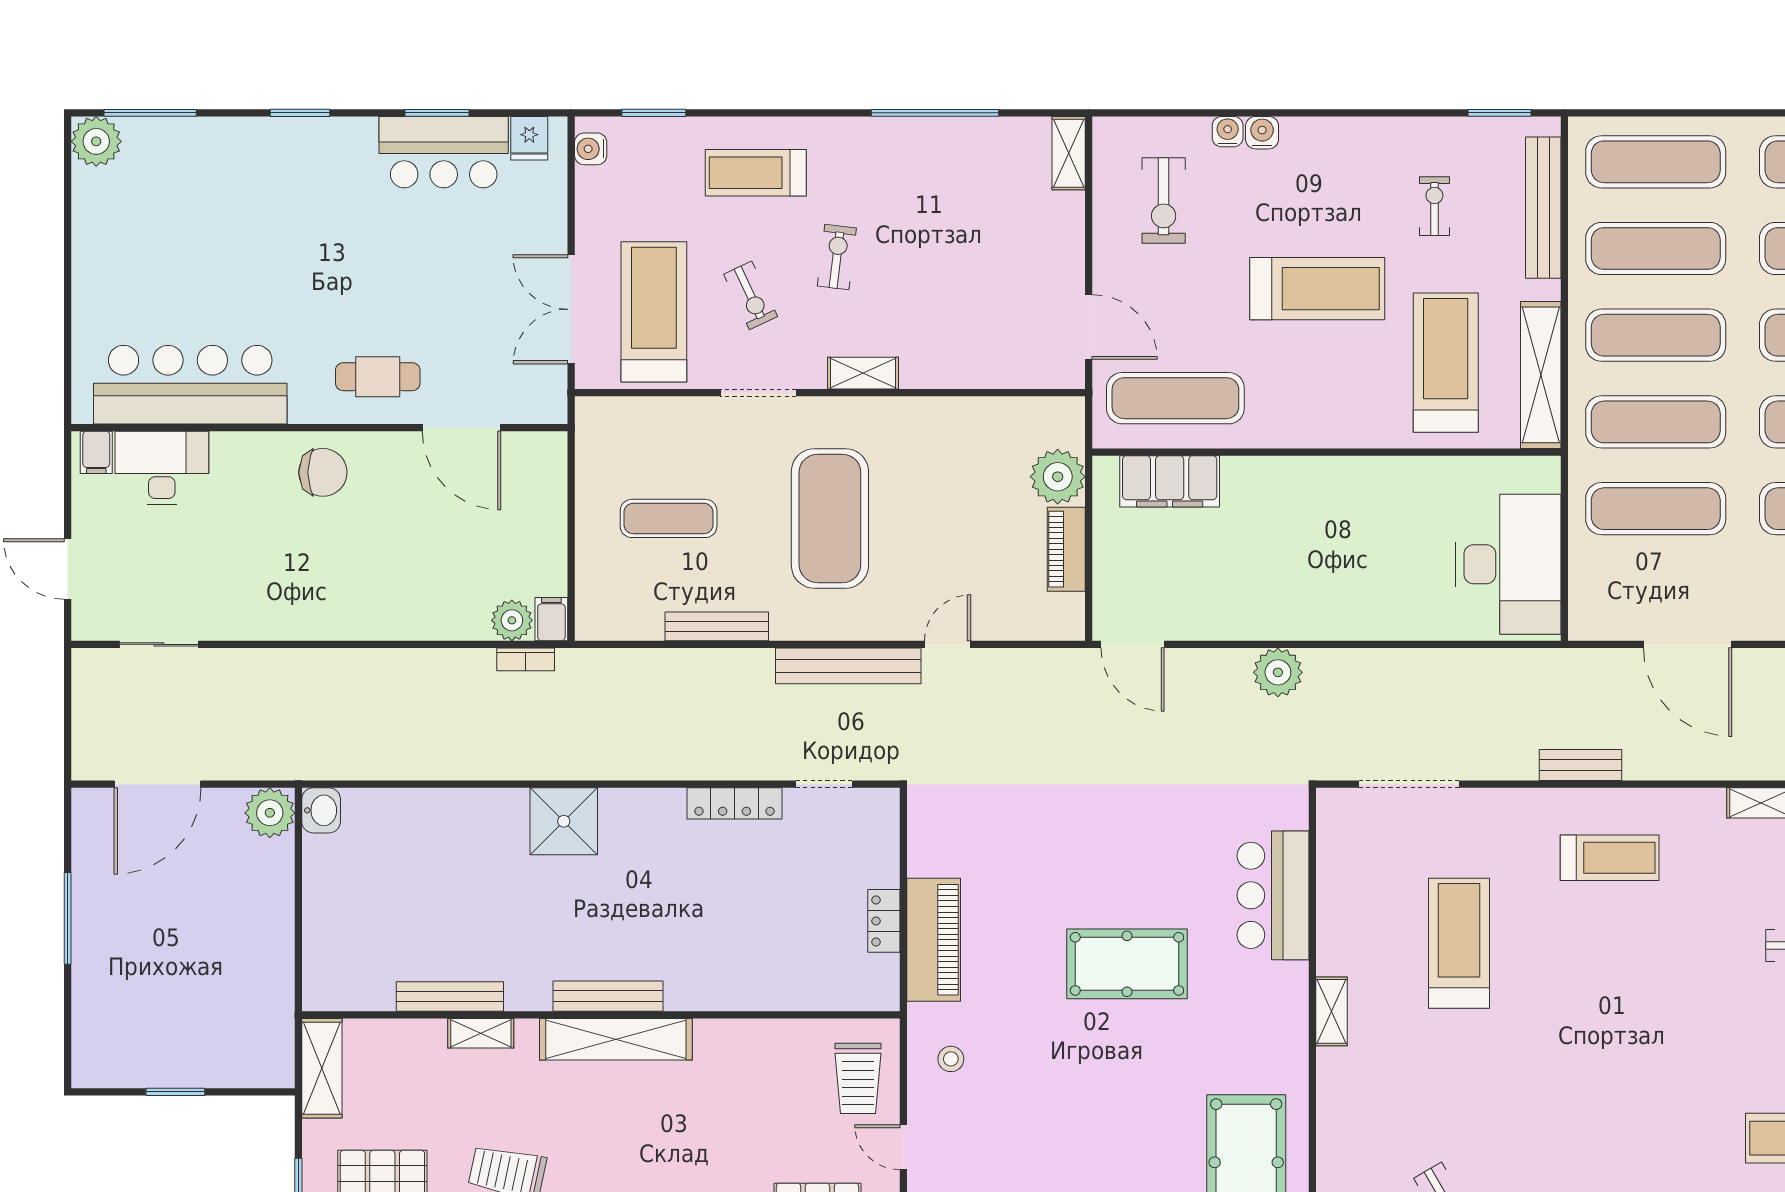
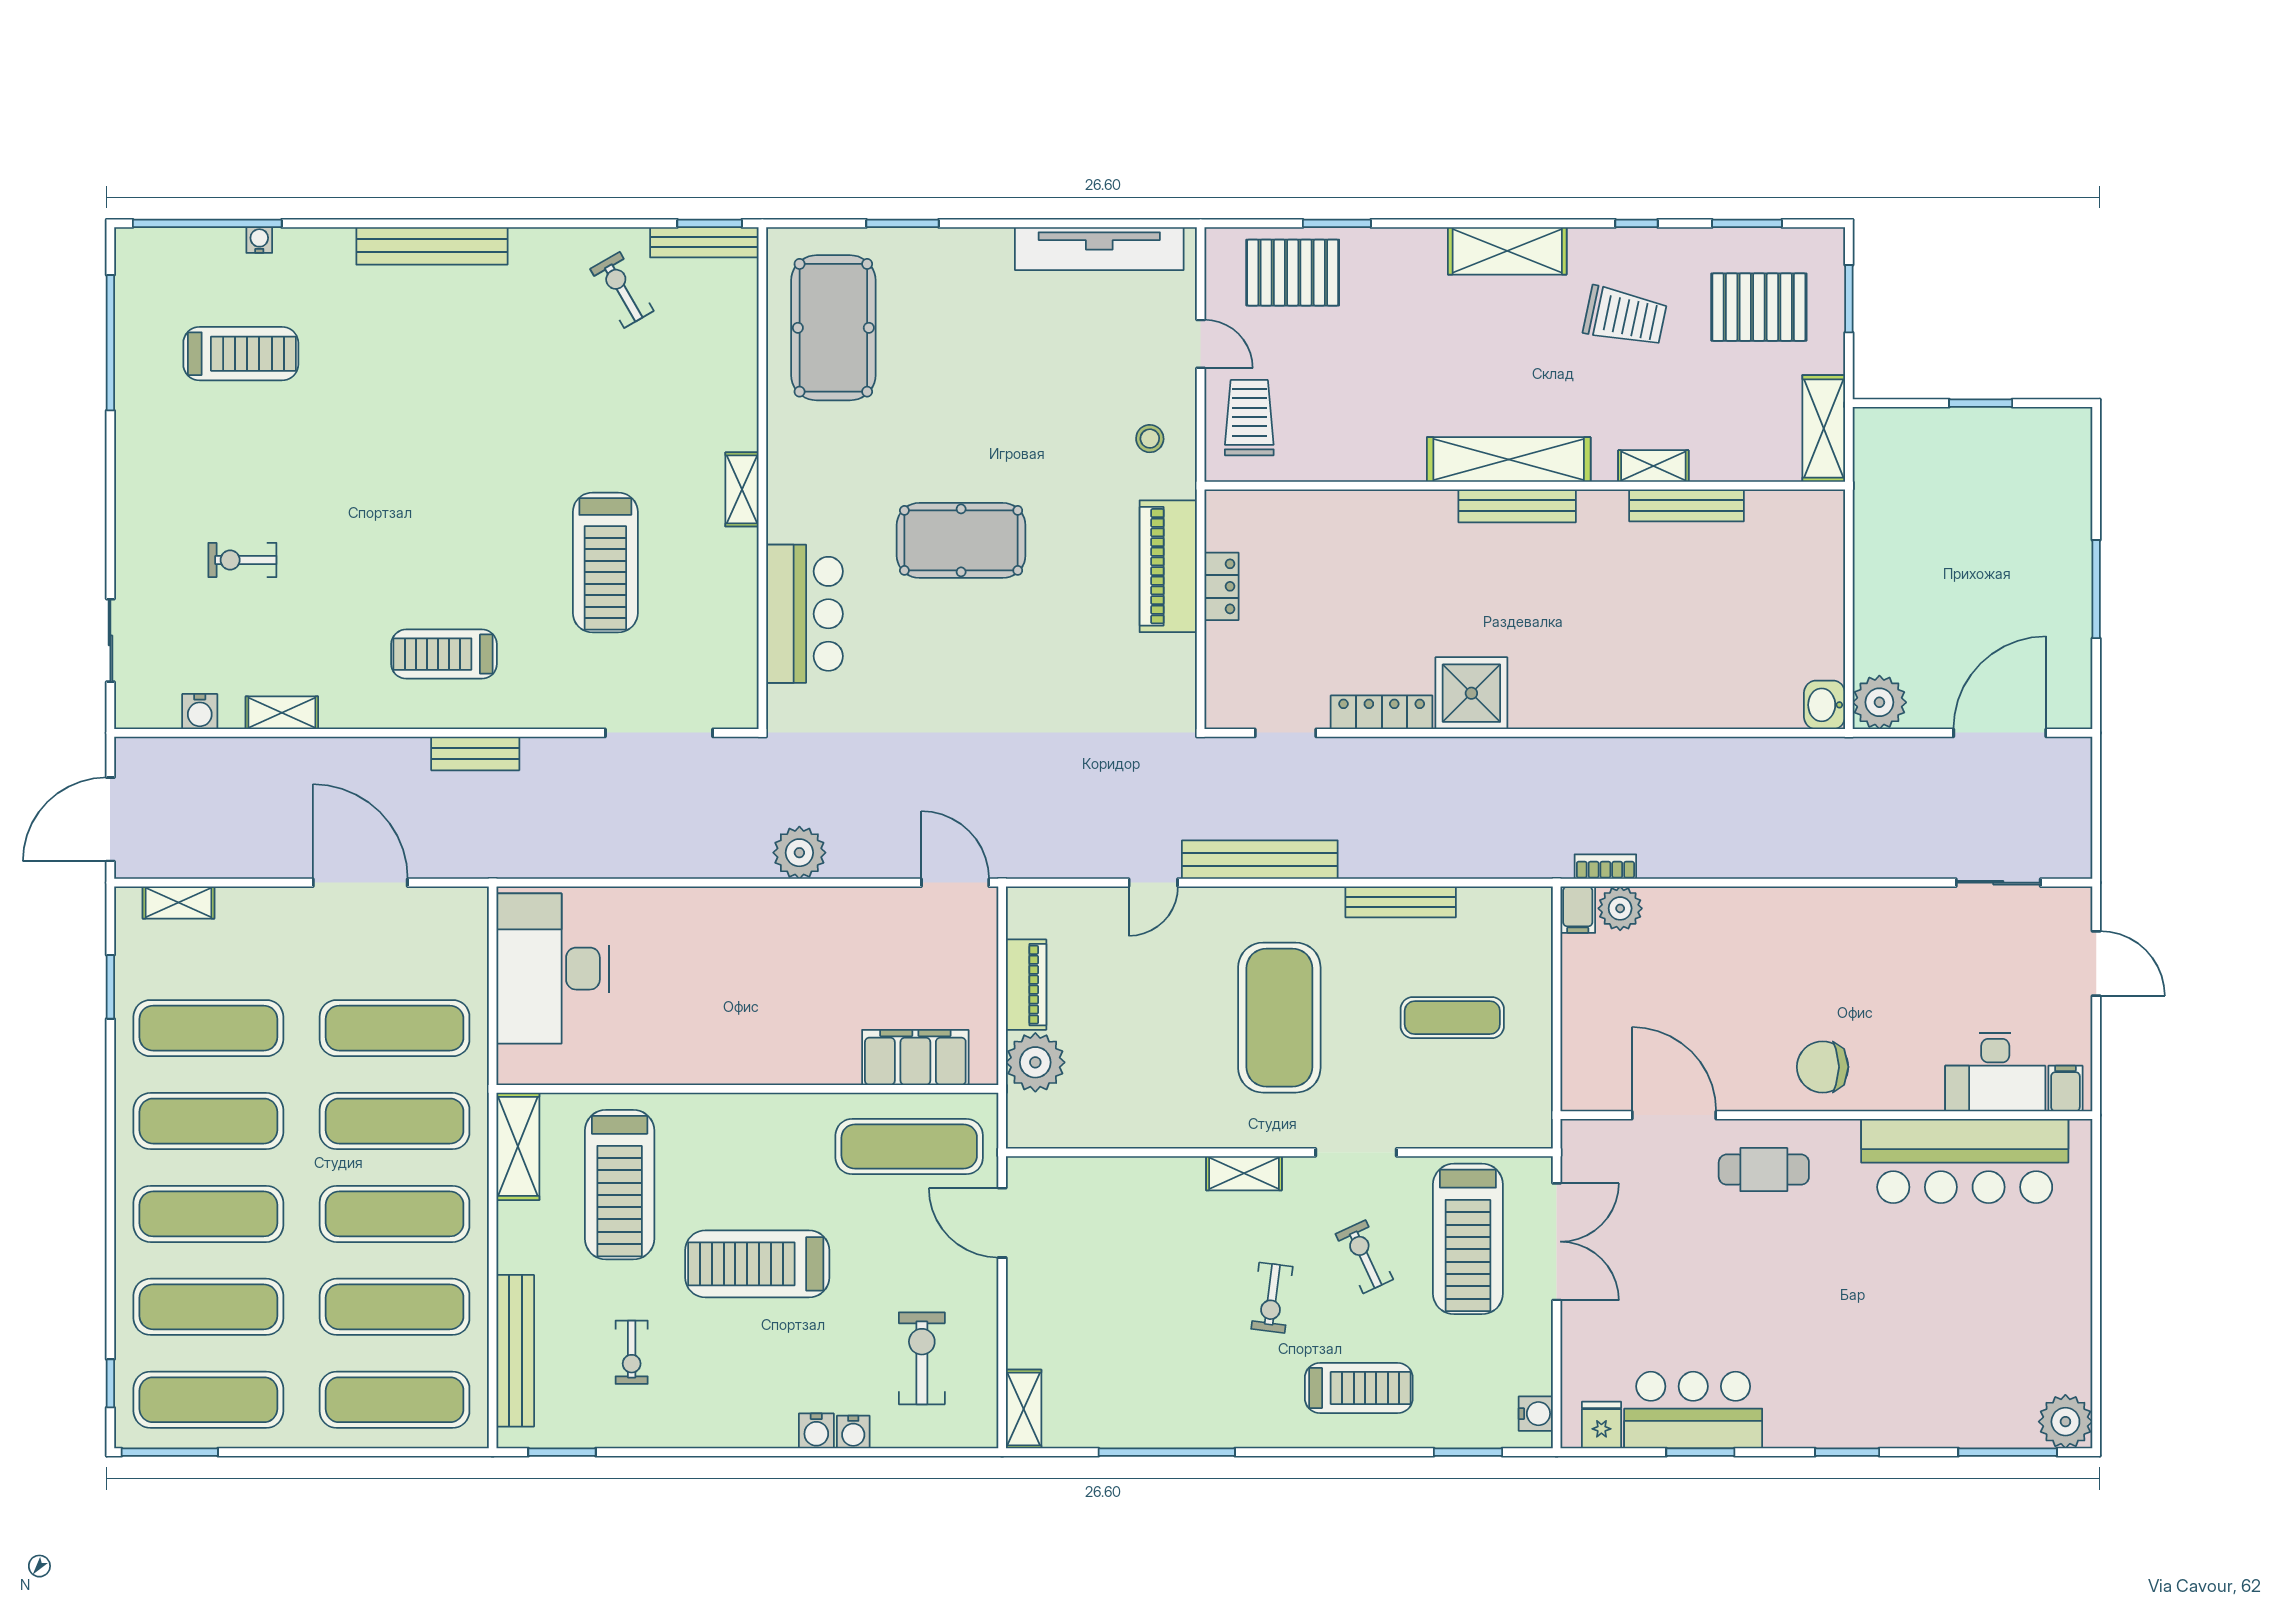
shelving: (1541, 375) -> (518, 1146), width x0.68
shower: (564, 821) -> (1471, 693), moved

